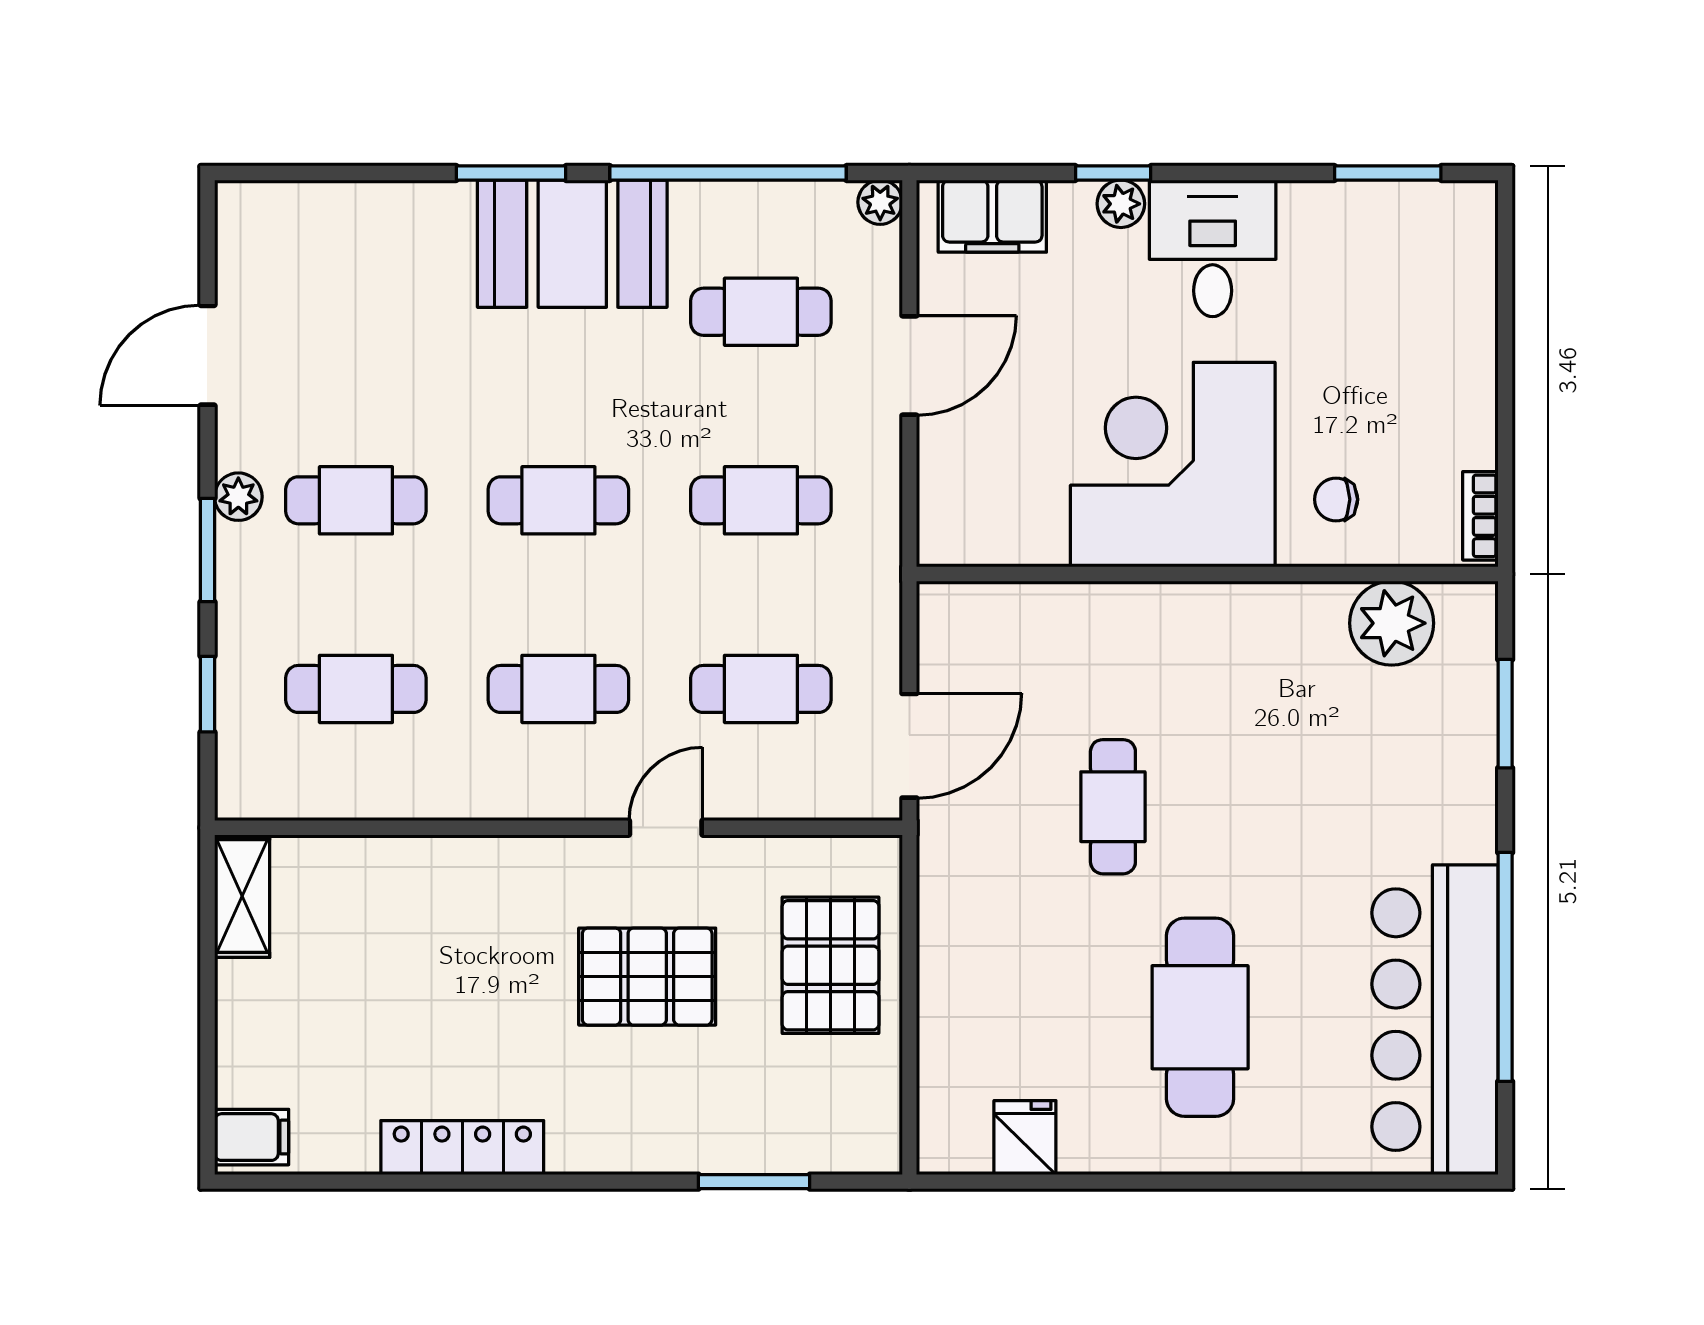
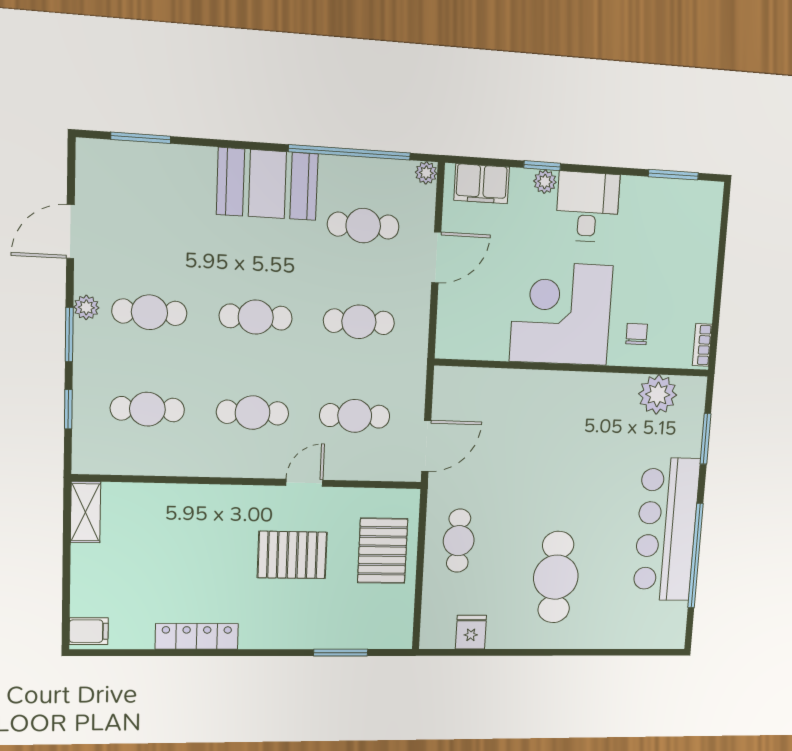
window: (511, 173) -> (141, 138), moved
chair: (1336, 499) -> (637, 334), turned 90
cafe table: (1113, 807) -> (459, 541), moved
bar counter: (1435, 1020) -> (666, 529), moved

